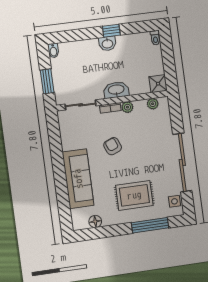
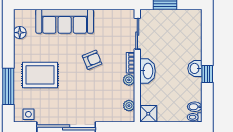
bidet: (53, 51) -> (195, 107), moved
rug: (134, 195) -> (40, 75), turned 90

